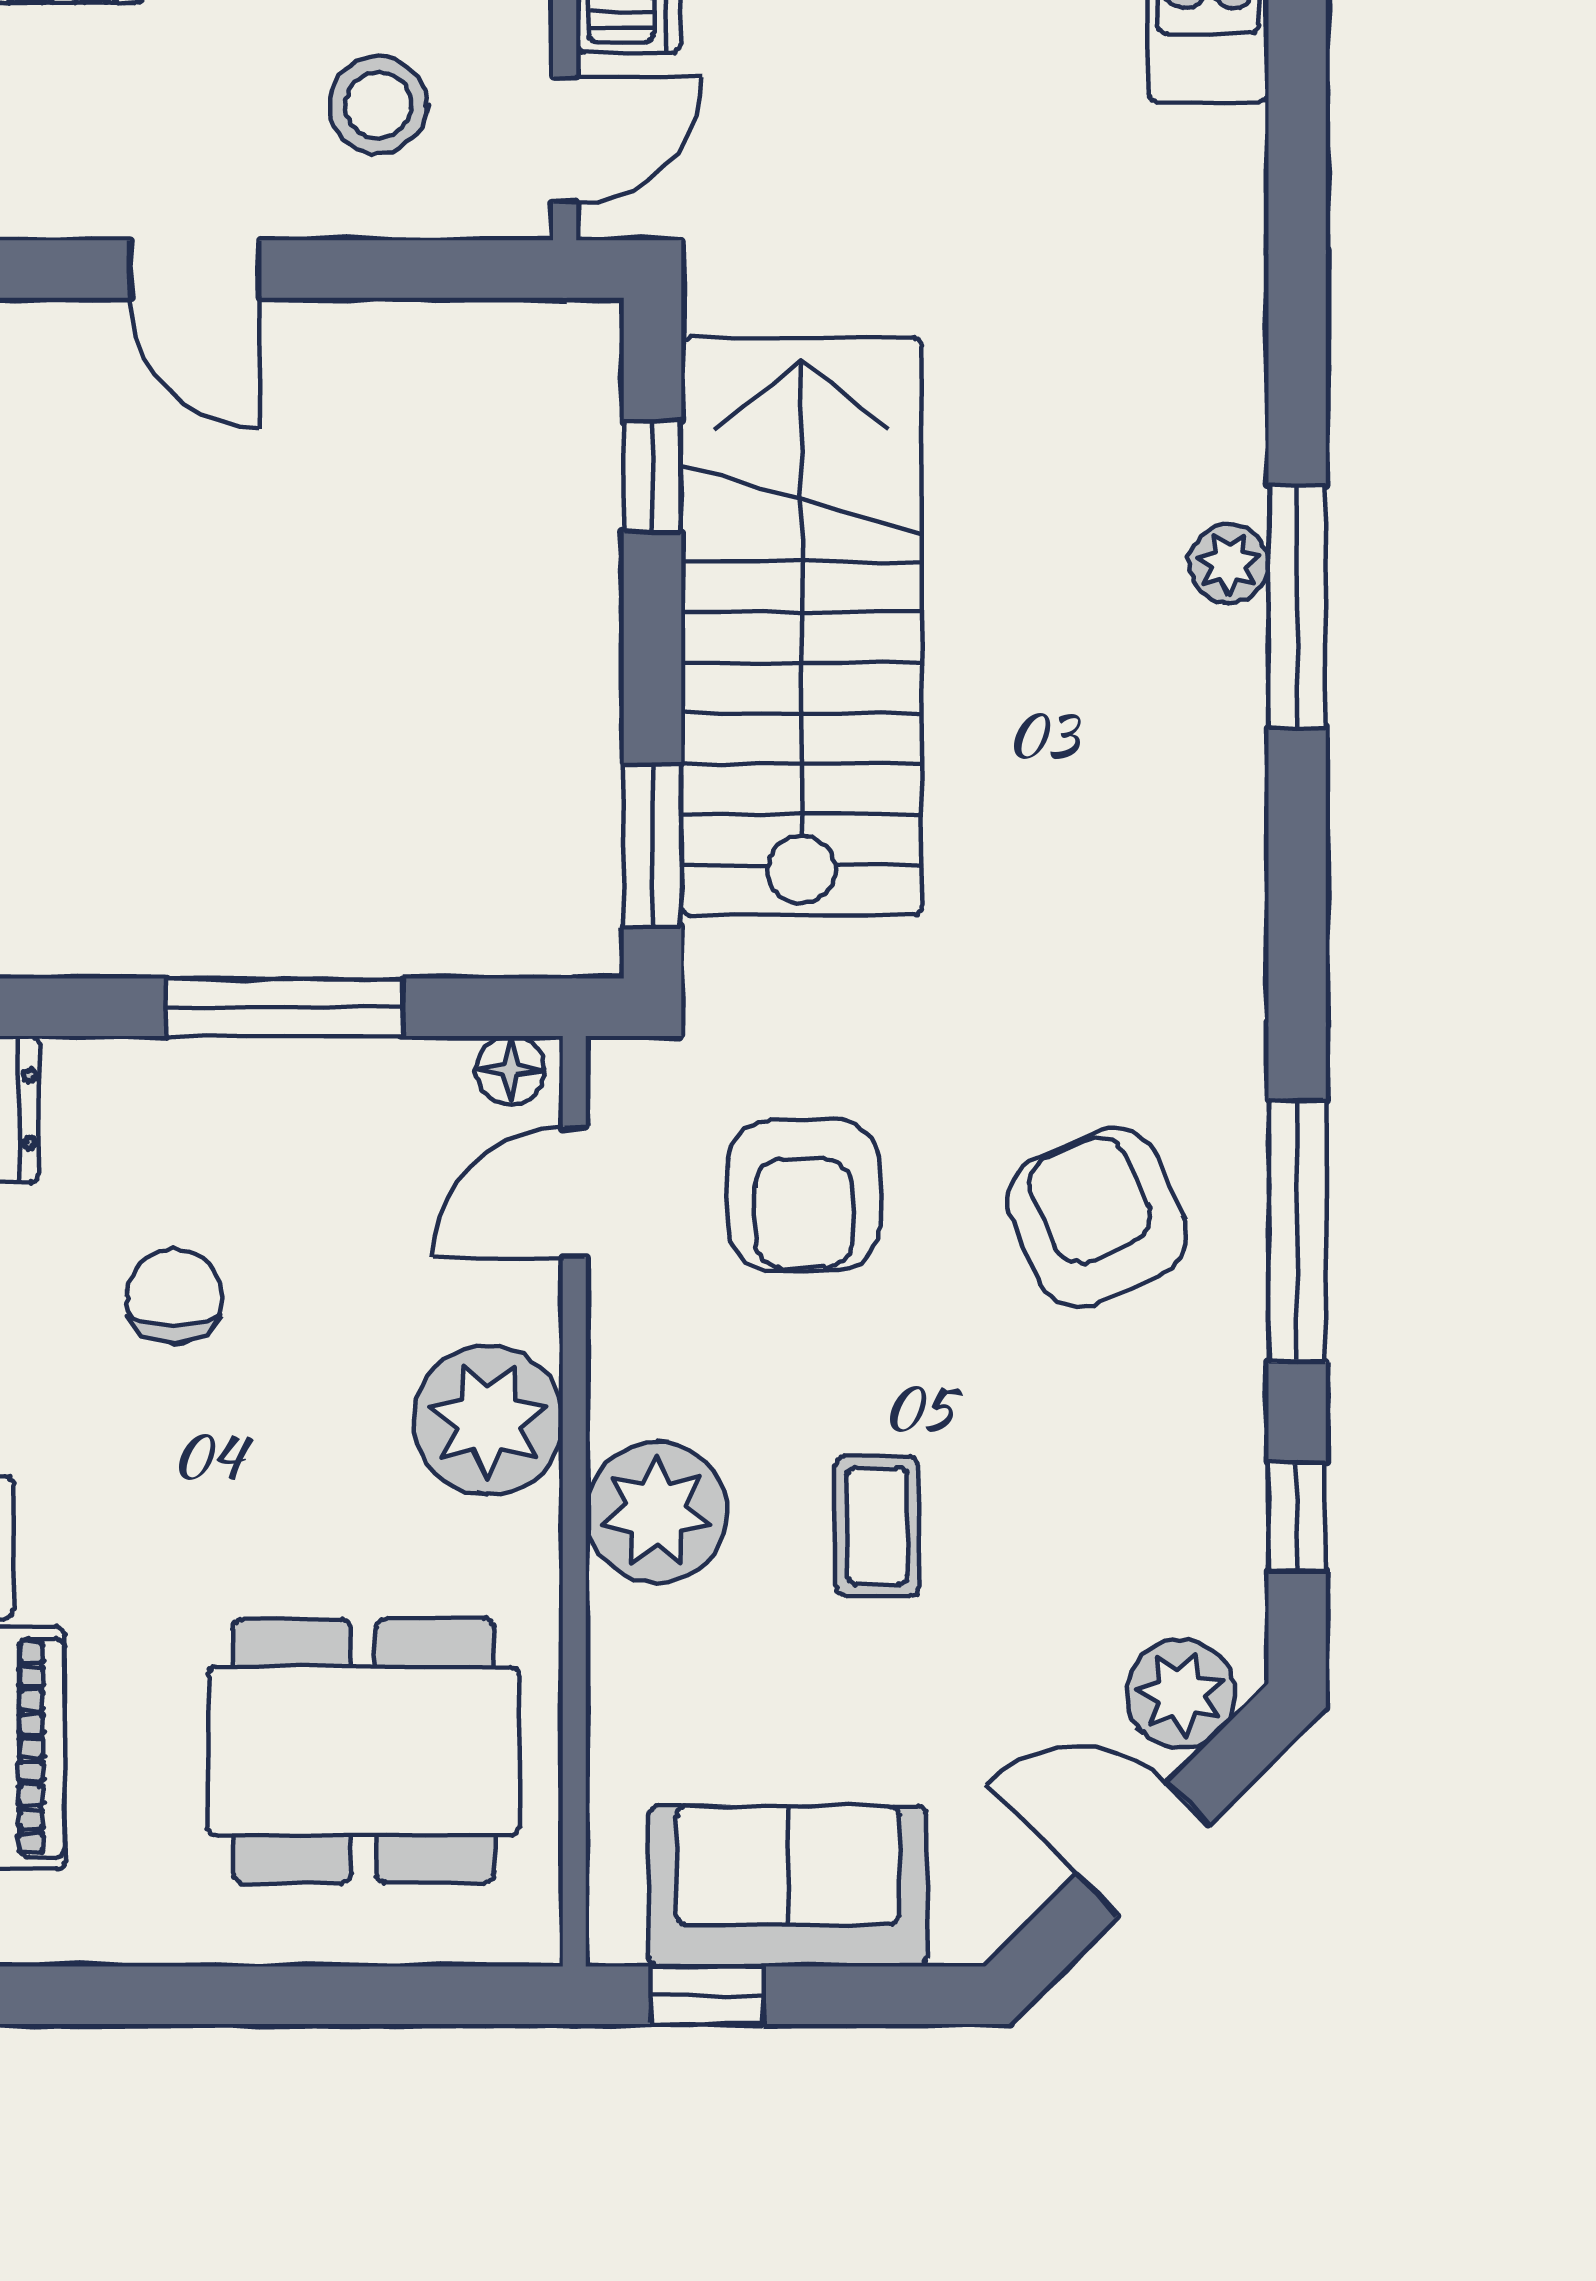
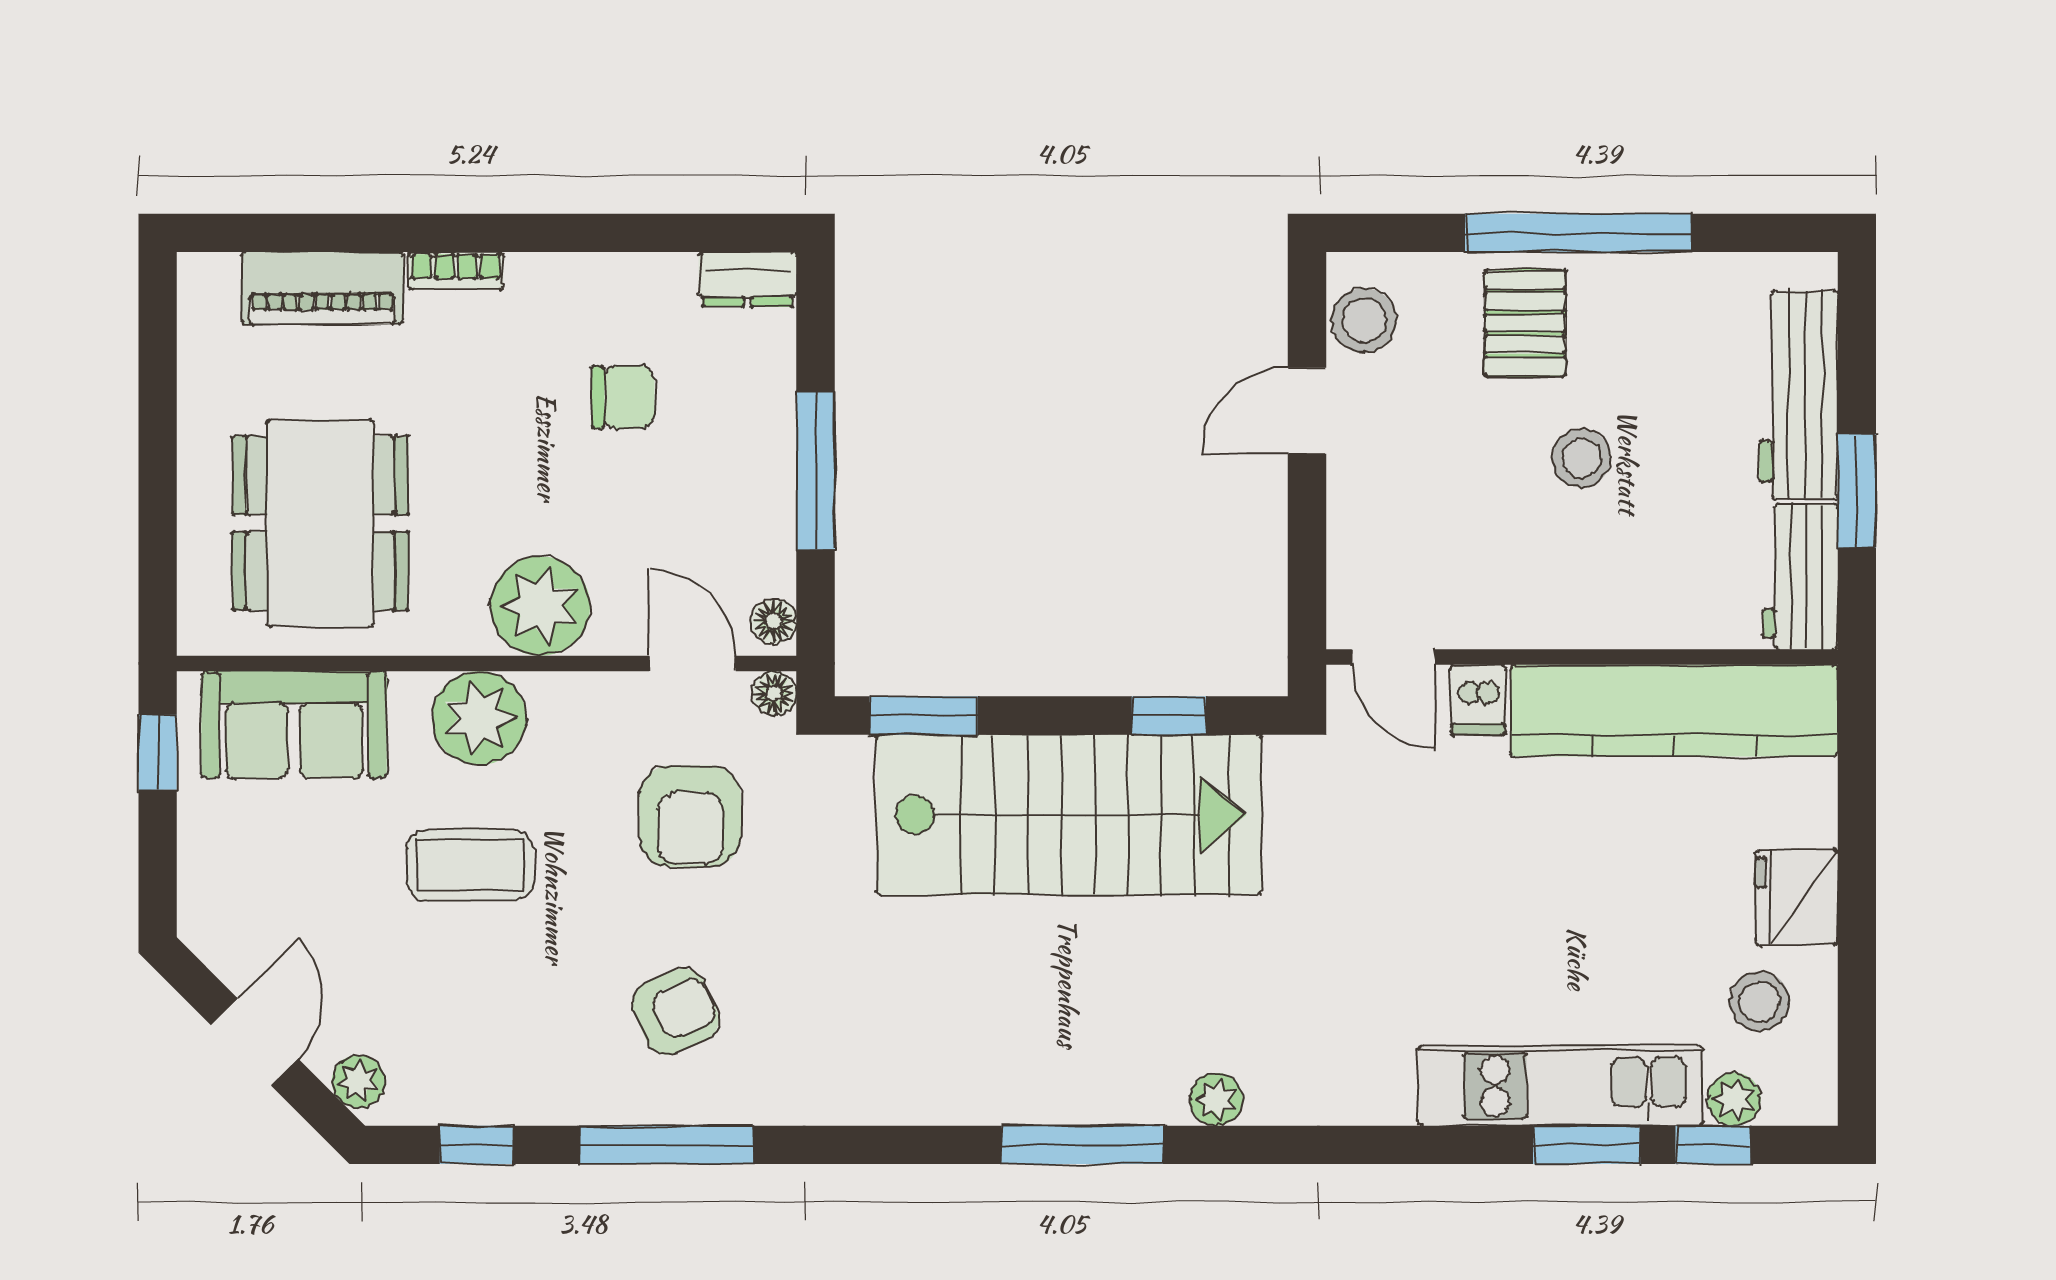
stool: (378, 105) -> (1364, 320), moved
plant: (1229, 564) -> (1216, 1099), moved
floor lamp: (619, 1069) -> (774, 693), added
armchair: (803, 1195) -> (690, 816), turned -90
armchair: (1097, 1217) -> (676, 1012), width x0.72, depth x0.72
coffee table: (877, 1526) -> (470, 865), width x1.36, depth x1.30
plant: (1181, 1694) -> (358, 1081), width x0.73, depth x0.73
sofa: (788, 1886) -> (294, 725), moved, turned 90

